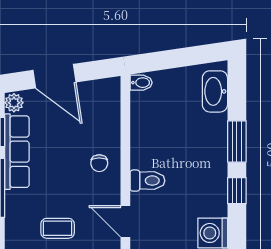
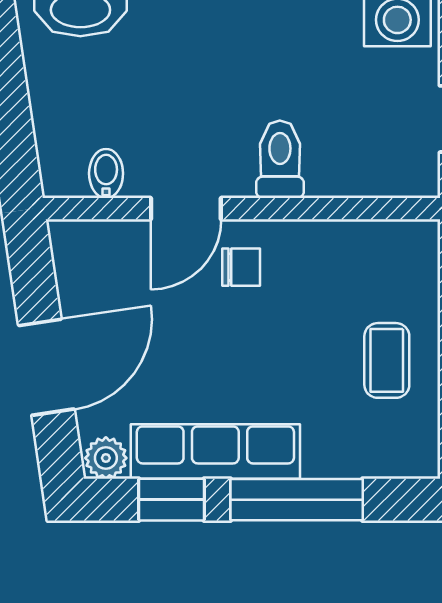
bidet: (141, 83) -> (106, 173), moved
door: (125, 221) -> (186, 209), moved

